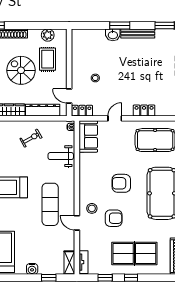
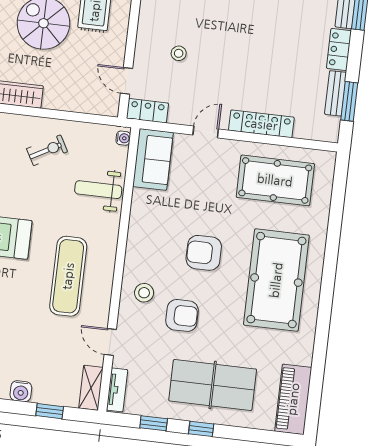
dresser: (43, 110) -> (75, 101), removed
locker: (144, 111) -> (261, 124), width x1.53
door: (77, 223) -> (110, 342), moved

